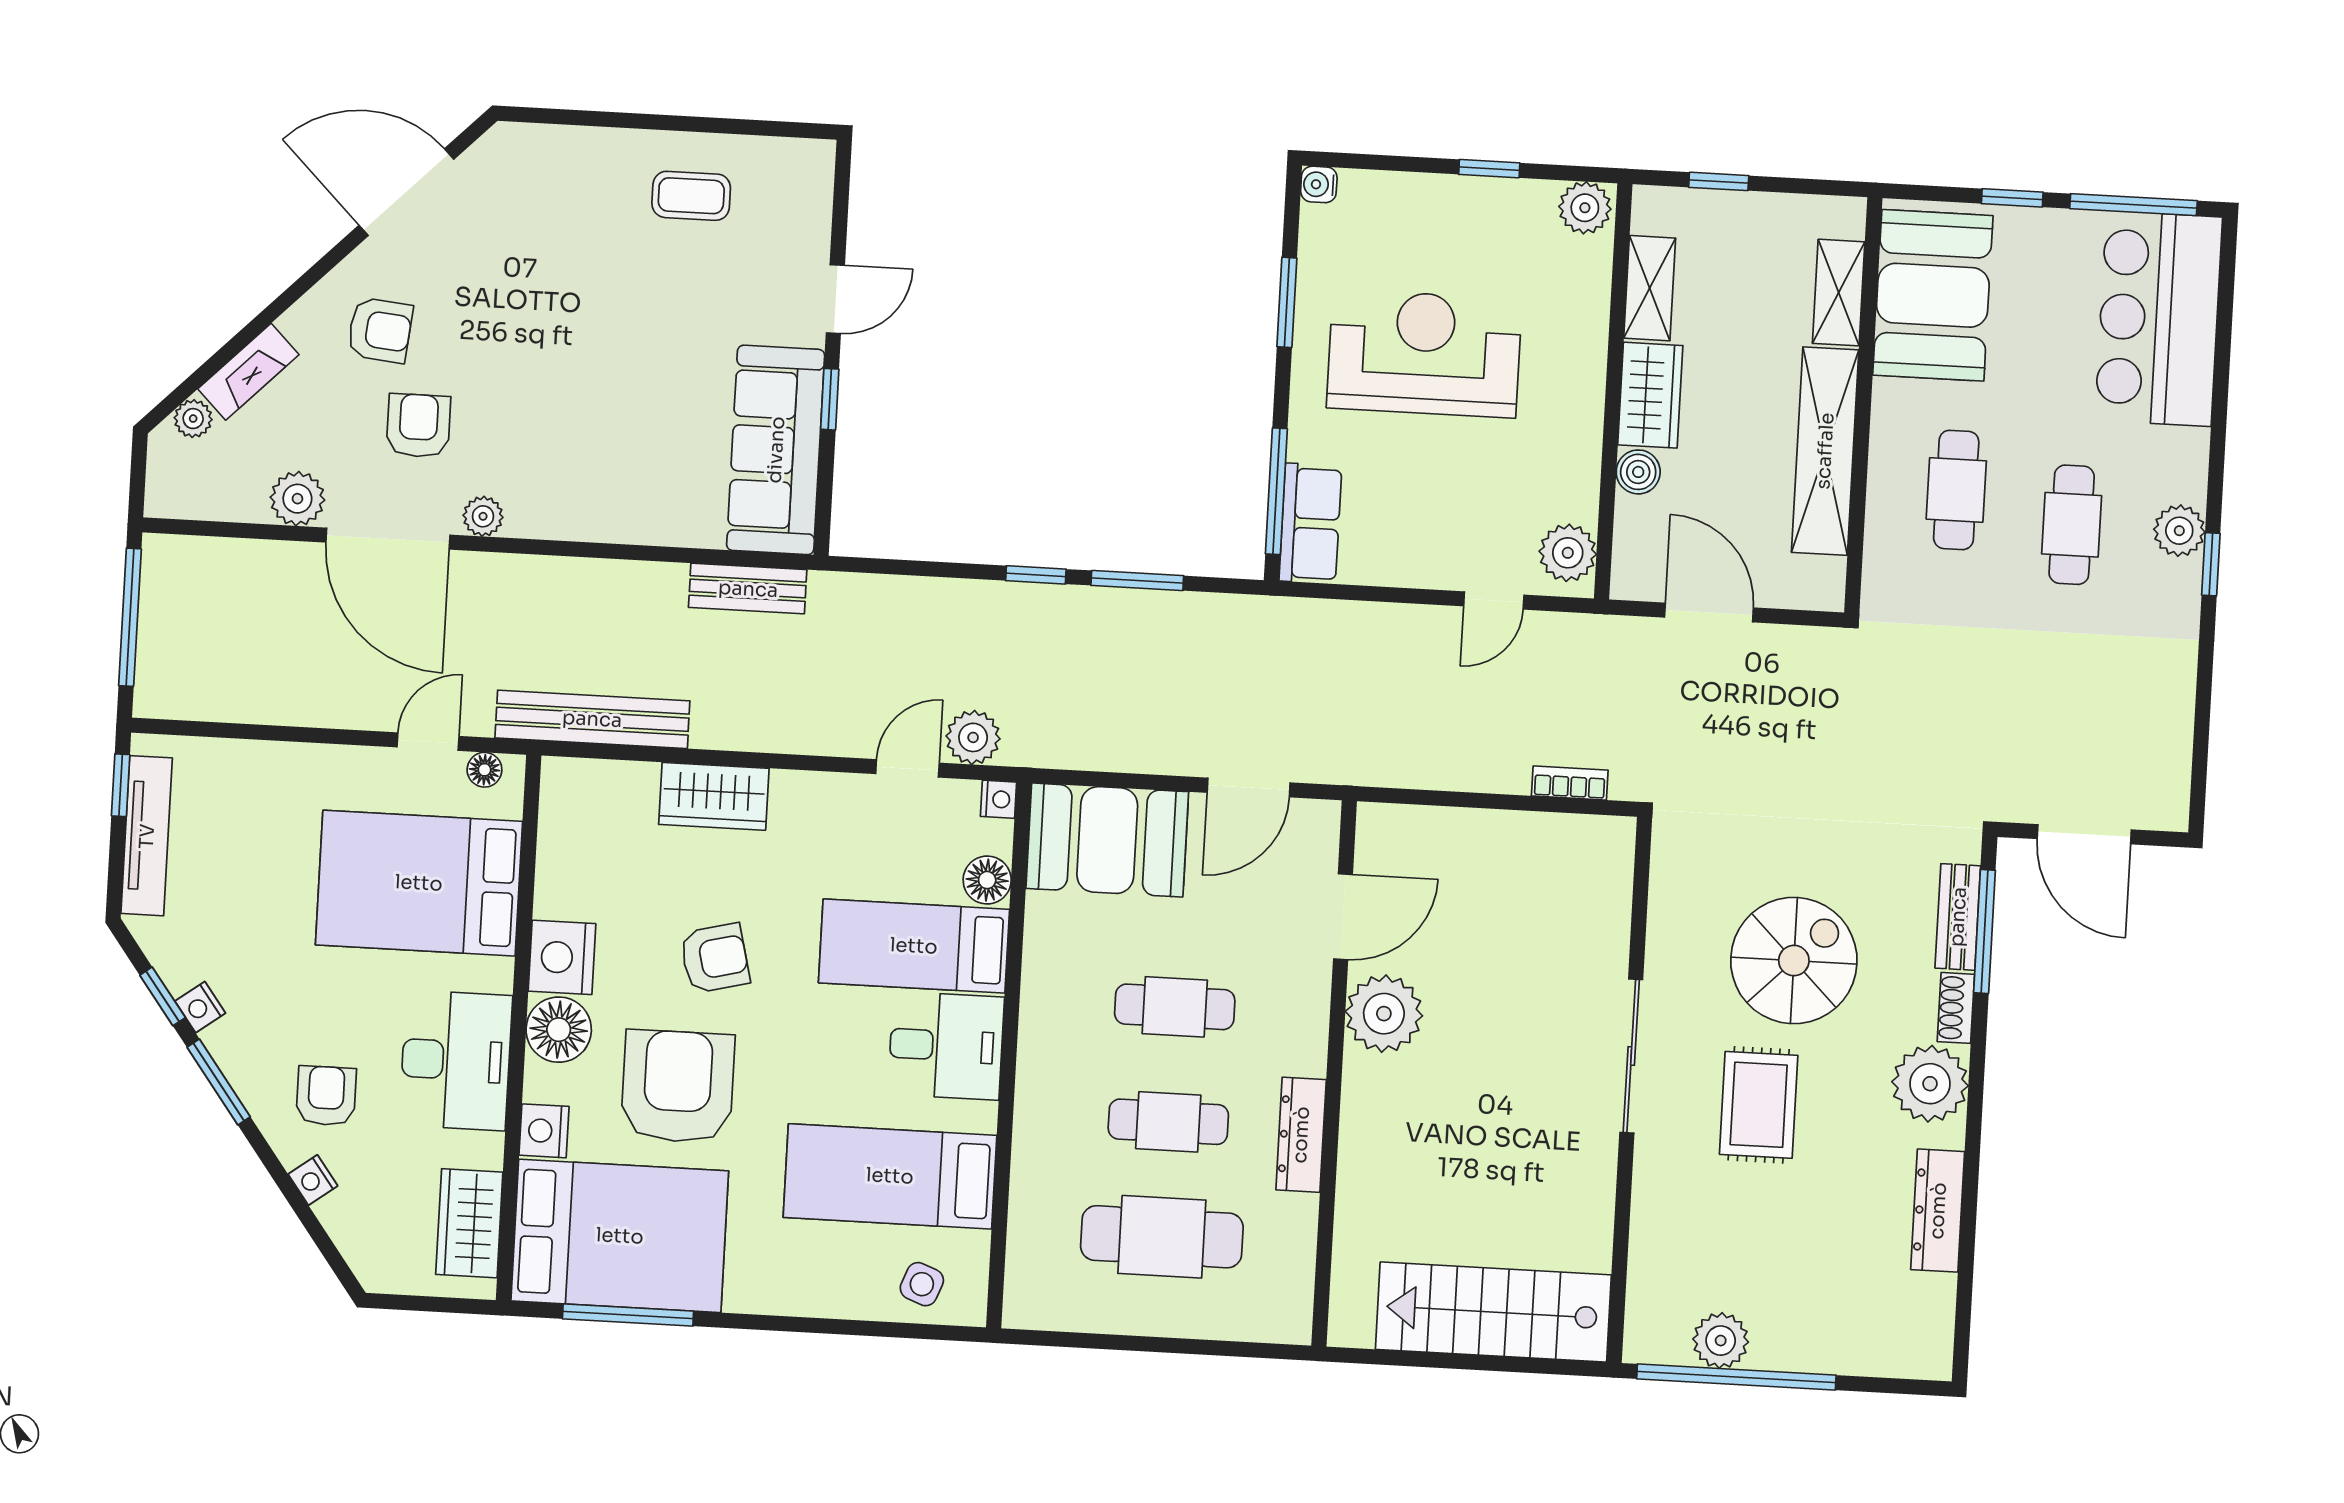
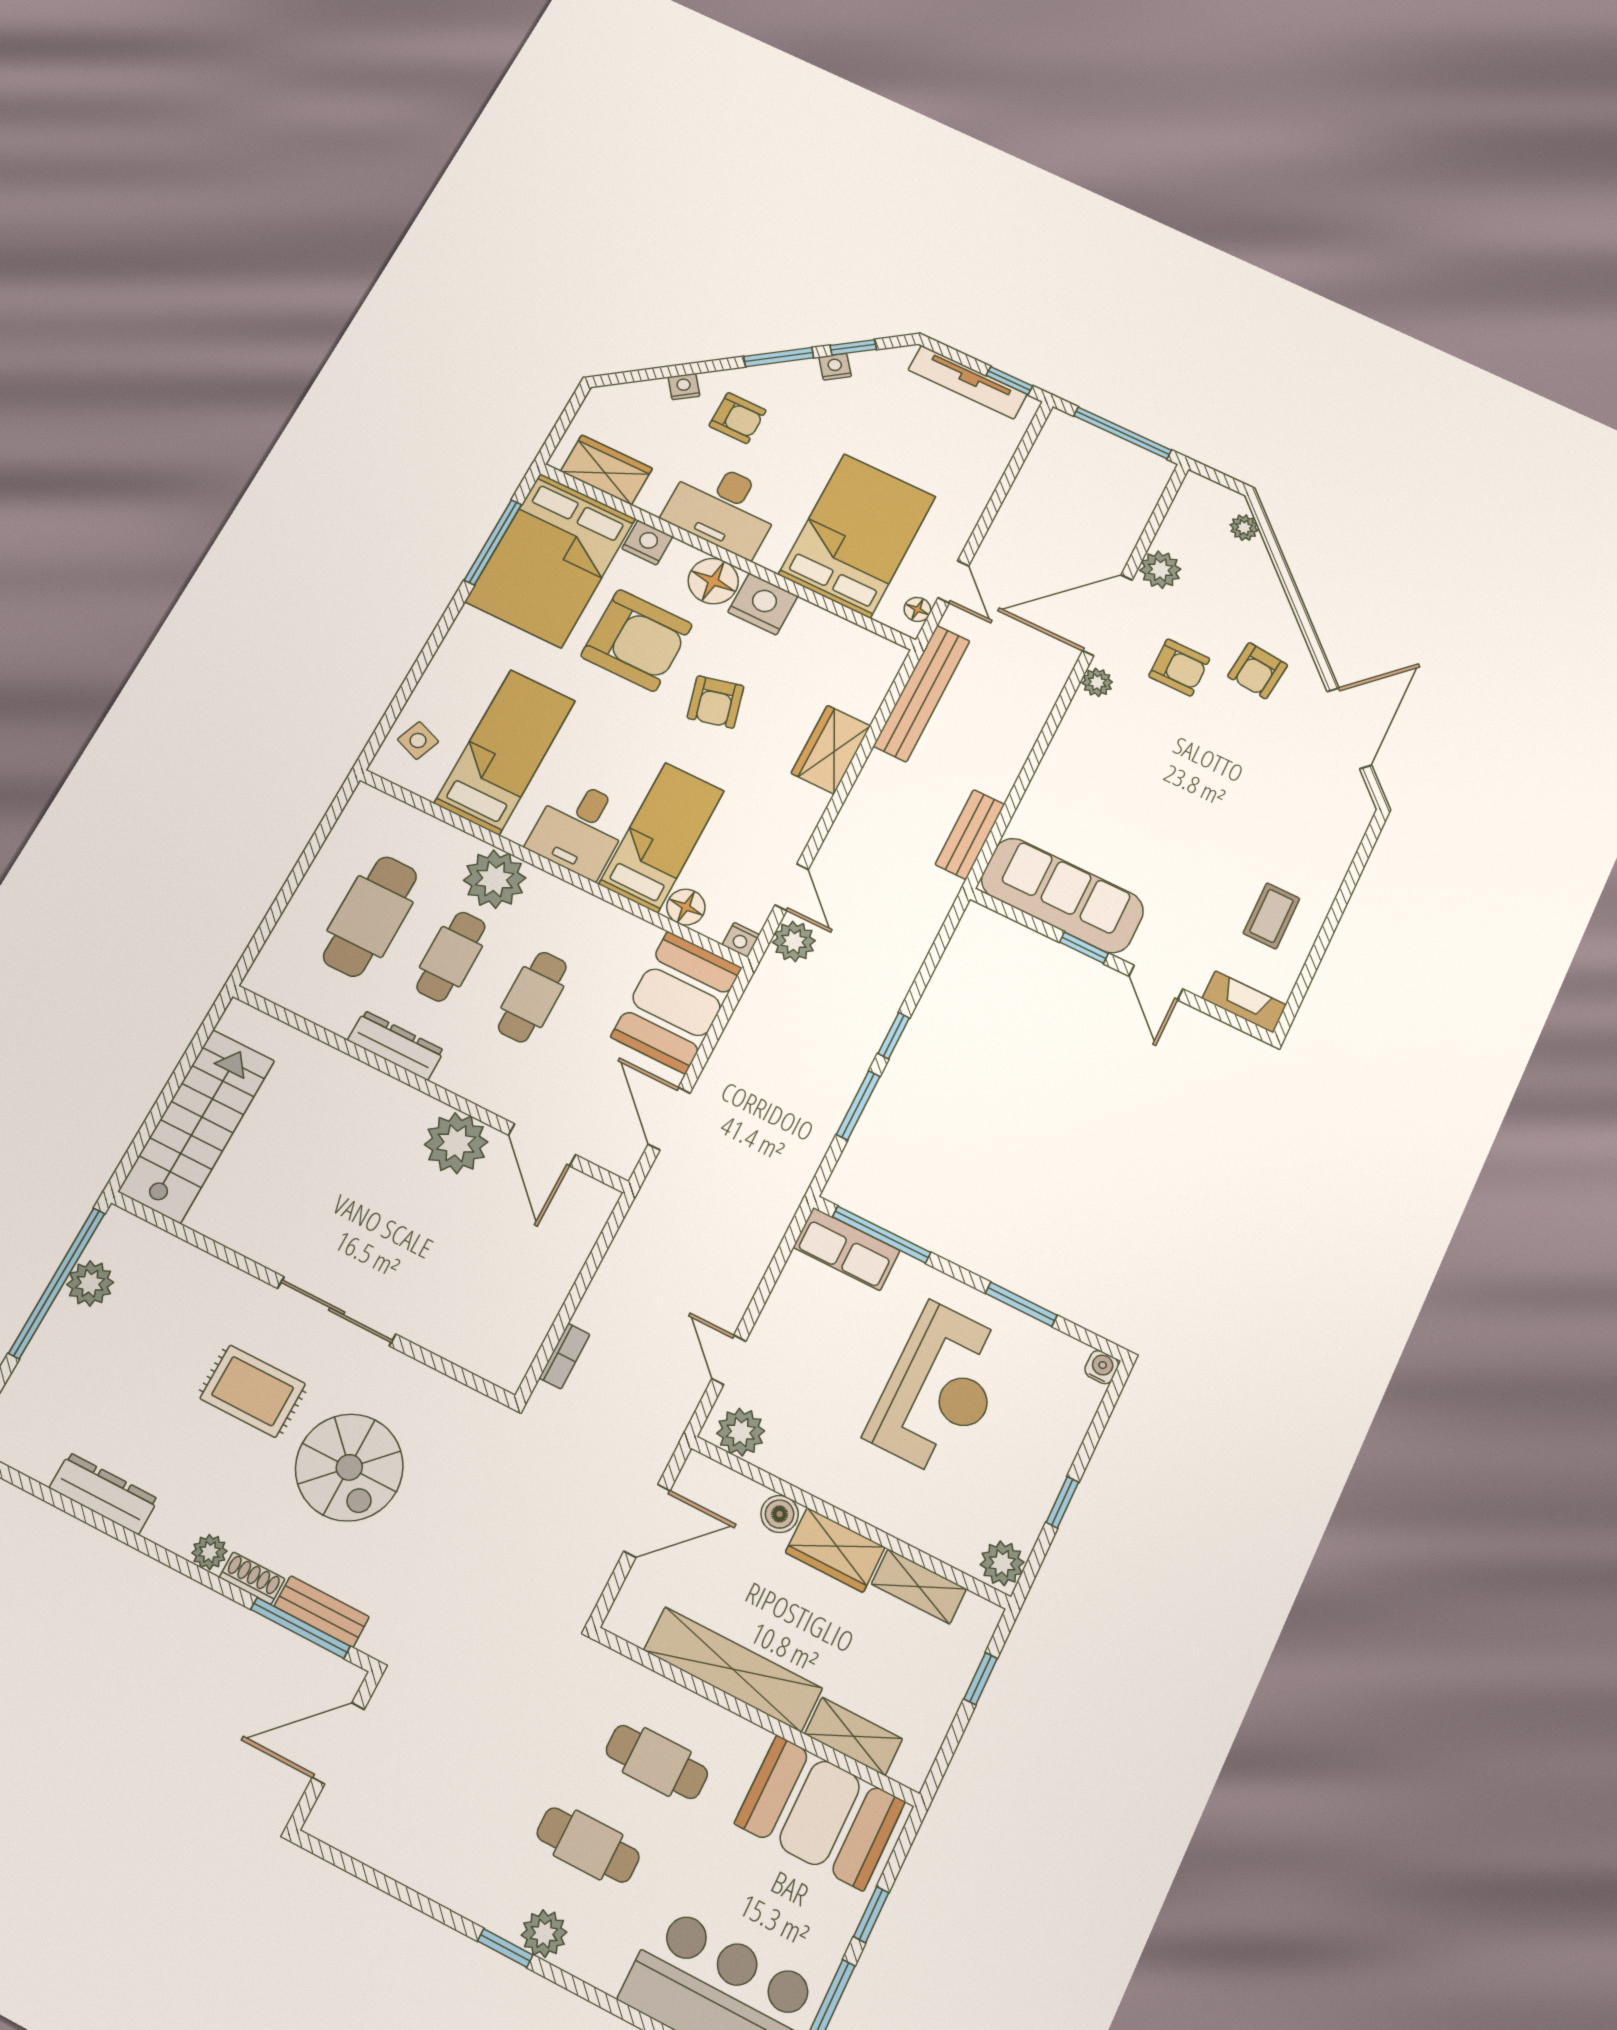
fireplace: (248, 372) -> (1244, 1002), moved, turned 135
plant: (1930, 1084) -> (209, 1552), width x0.53, depth x0.53
plant: (1053, 1115) -> (495, 879), added

